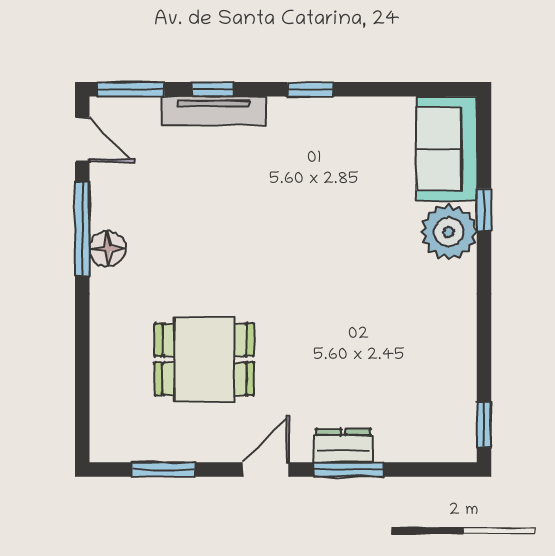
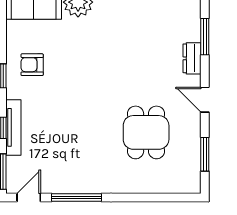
armchair: (331, 146) -> (32, 65), added
floor lamp: (107, 249) -> (87, 184), removed
window: (349, 469) -> (205, 37), moved

